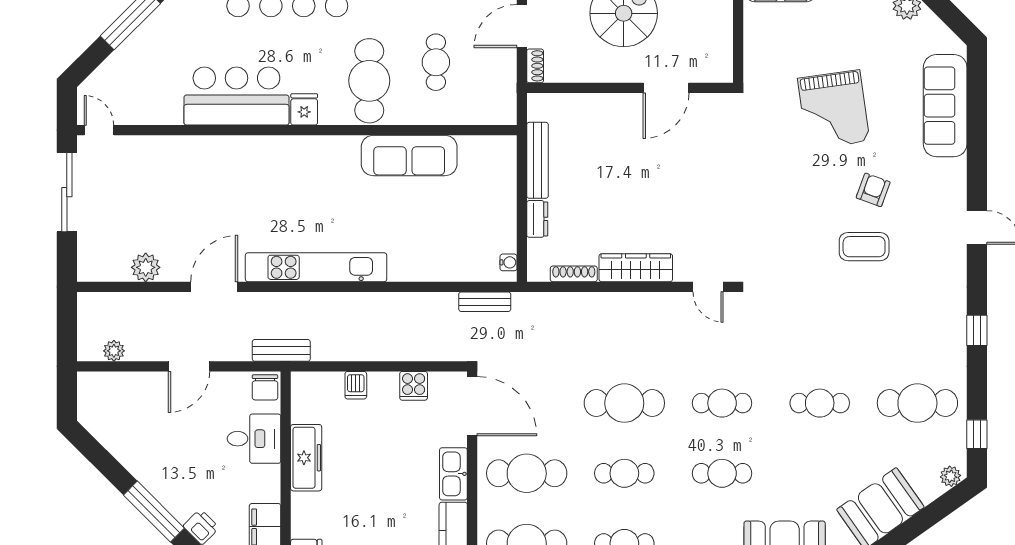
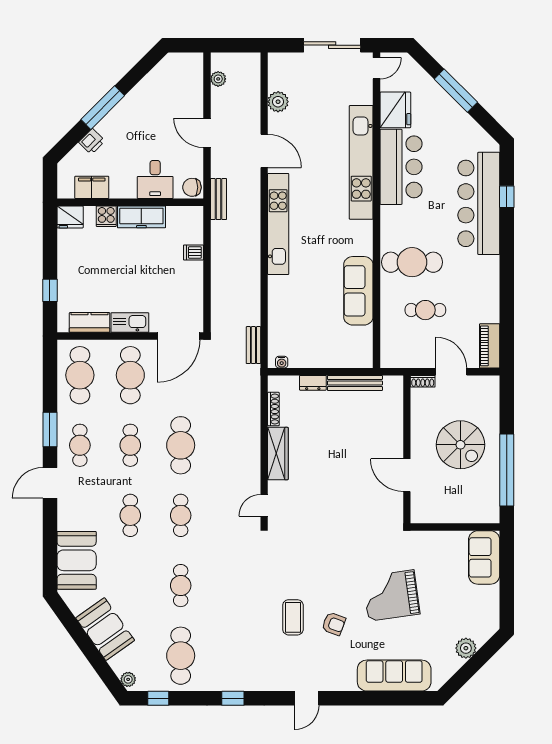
fridge: (304, 109) -> (395, 110), moved, width x1.88, depth x1.34
kitchen unit: (230, 152) -> (361, 162), added
cooker: (414, 386) -> (106, 216), moved, turned -90

